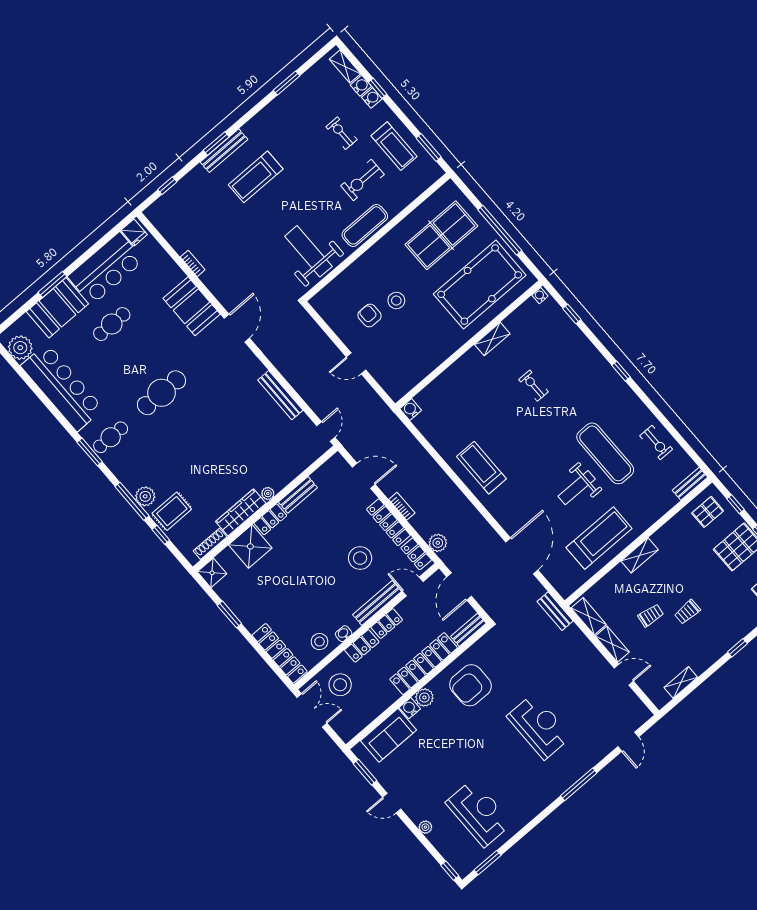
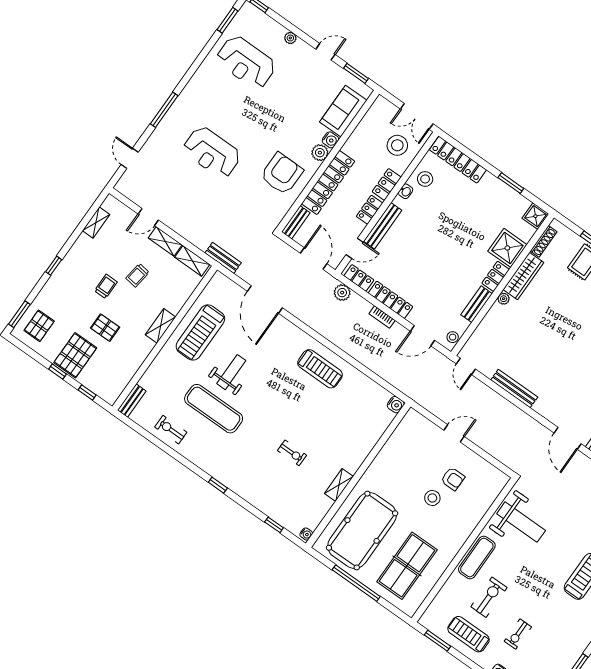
exercise bike: (342, 133) -> (518, 634), turned 90
pallet: (708, 512) -> (105, 328), moved, turned 90
stool: (360, 558) -> (453, 337), moved, width x0.53, depth x0.53

